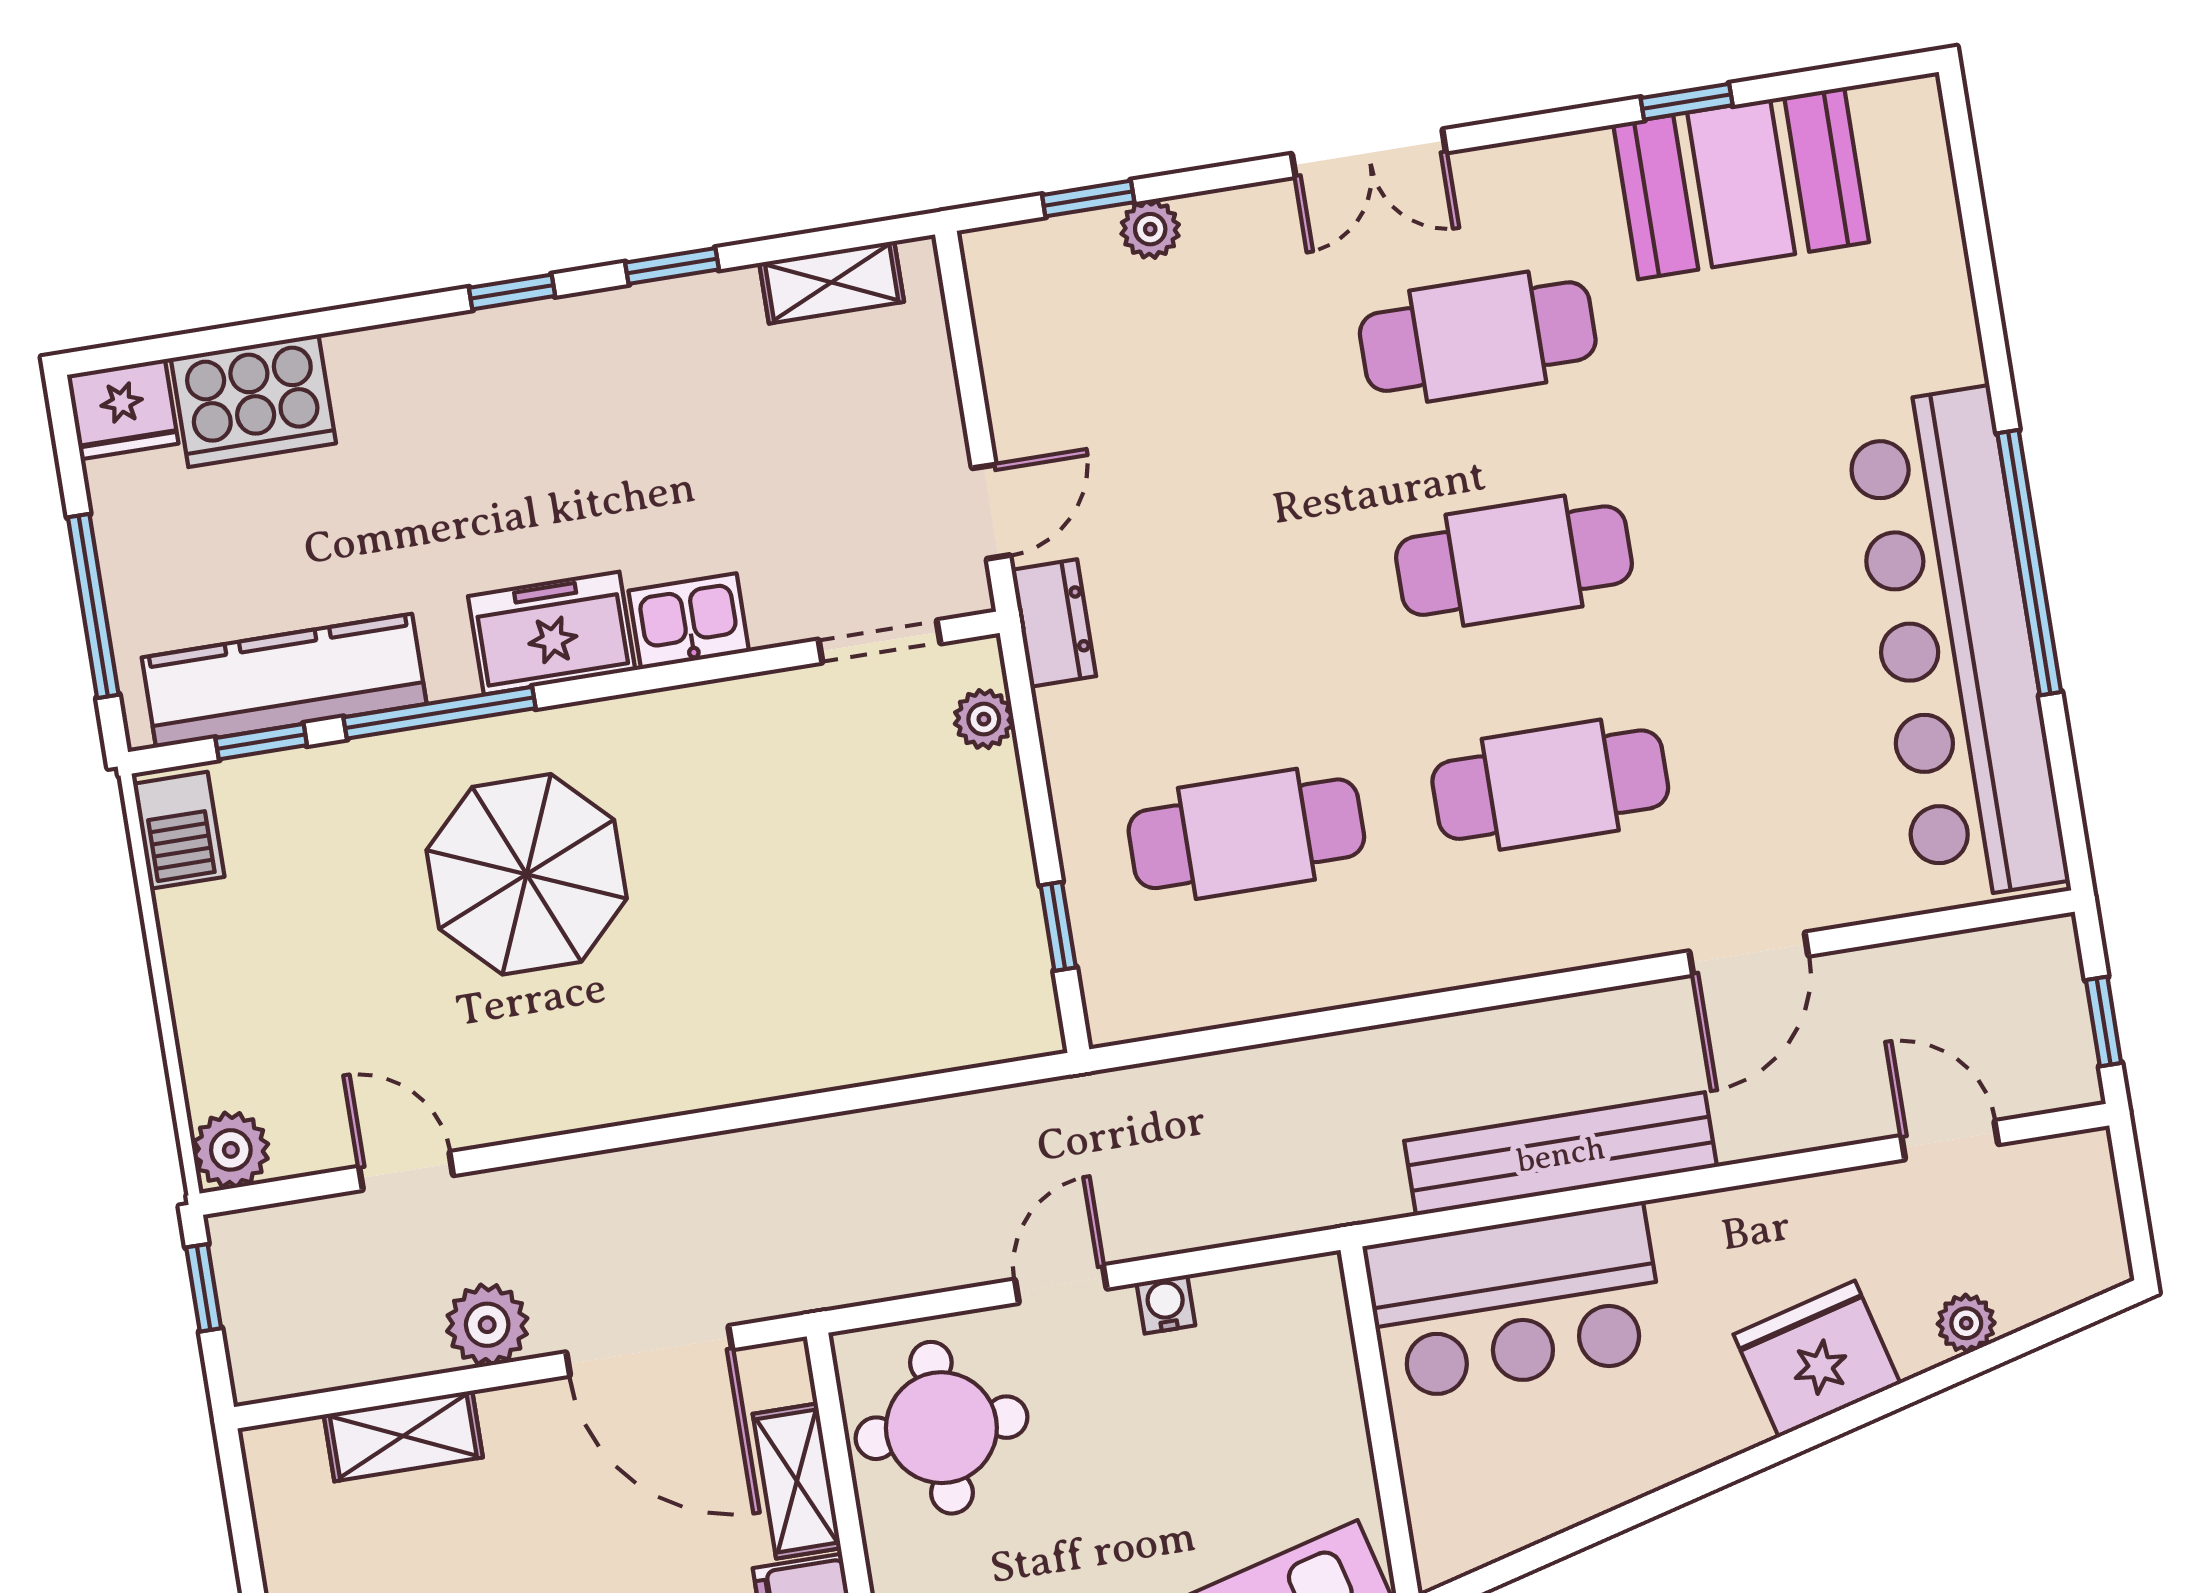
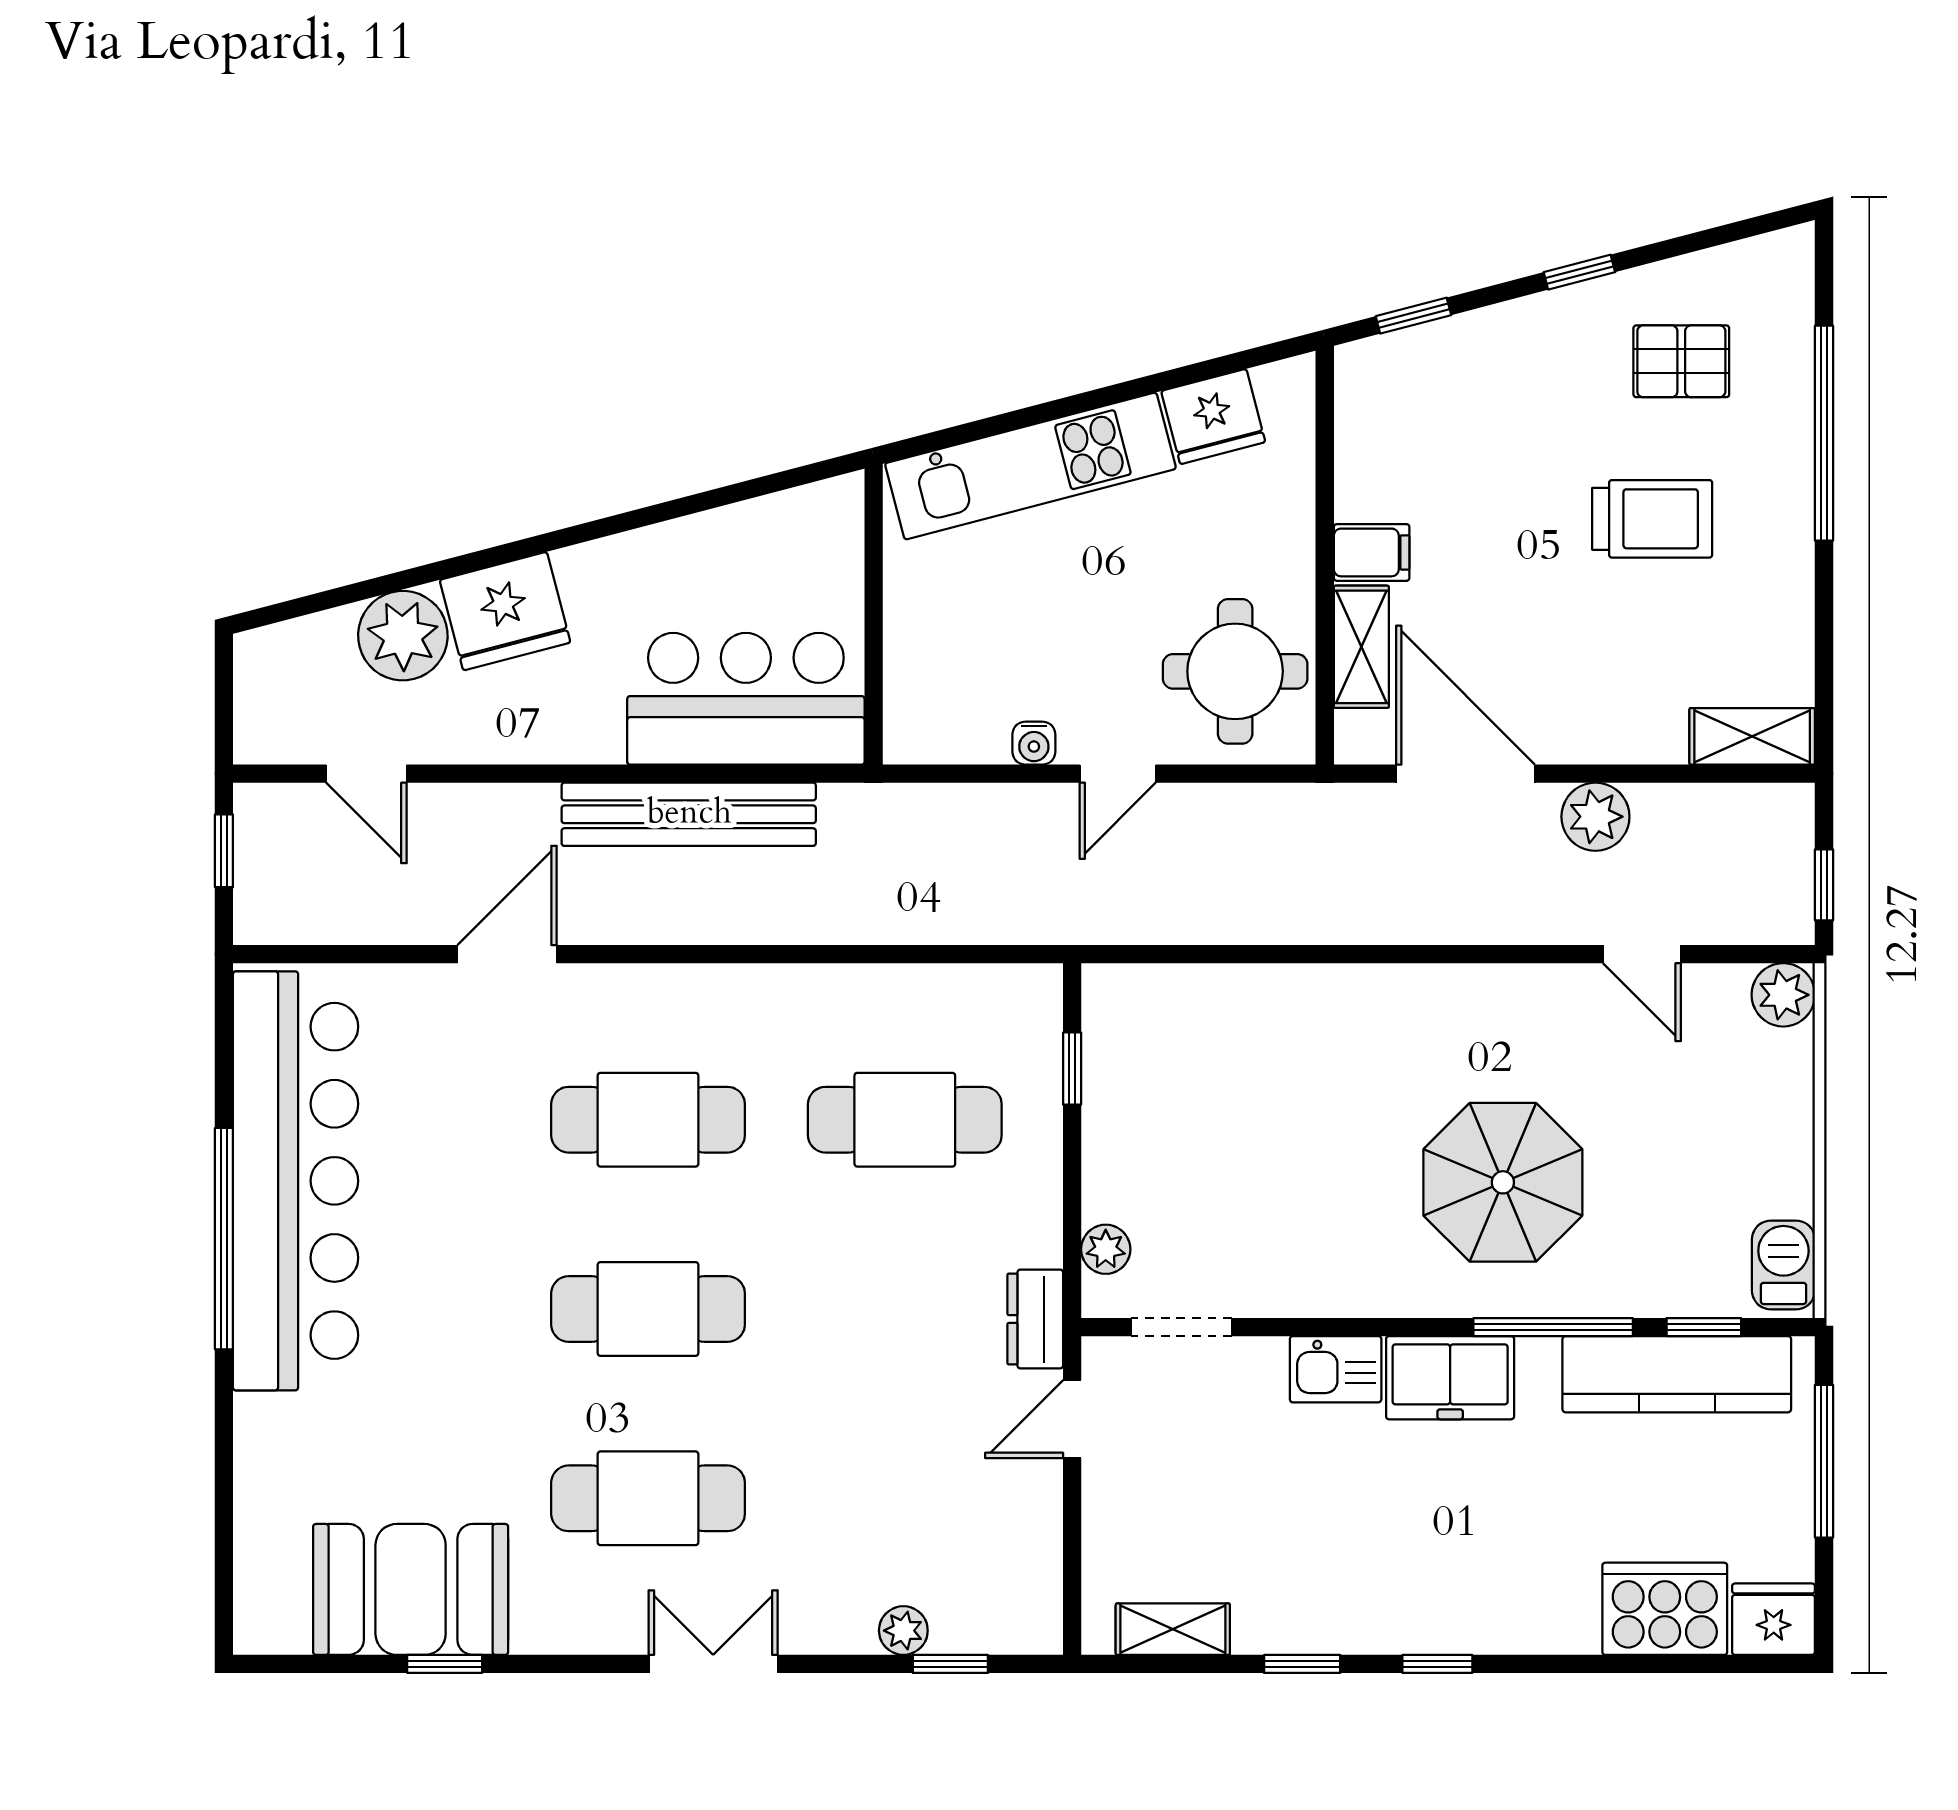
plant: (1966, 1323) -> (403, 636), width x1.87, depth x1.87
shelving: (403, 1436) -> (1752, 736), moved

